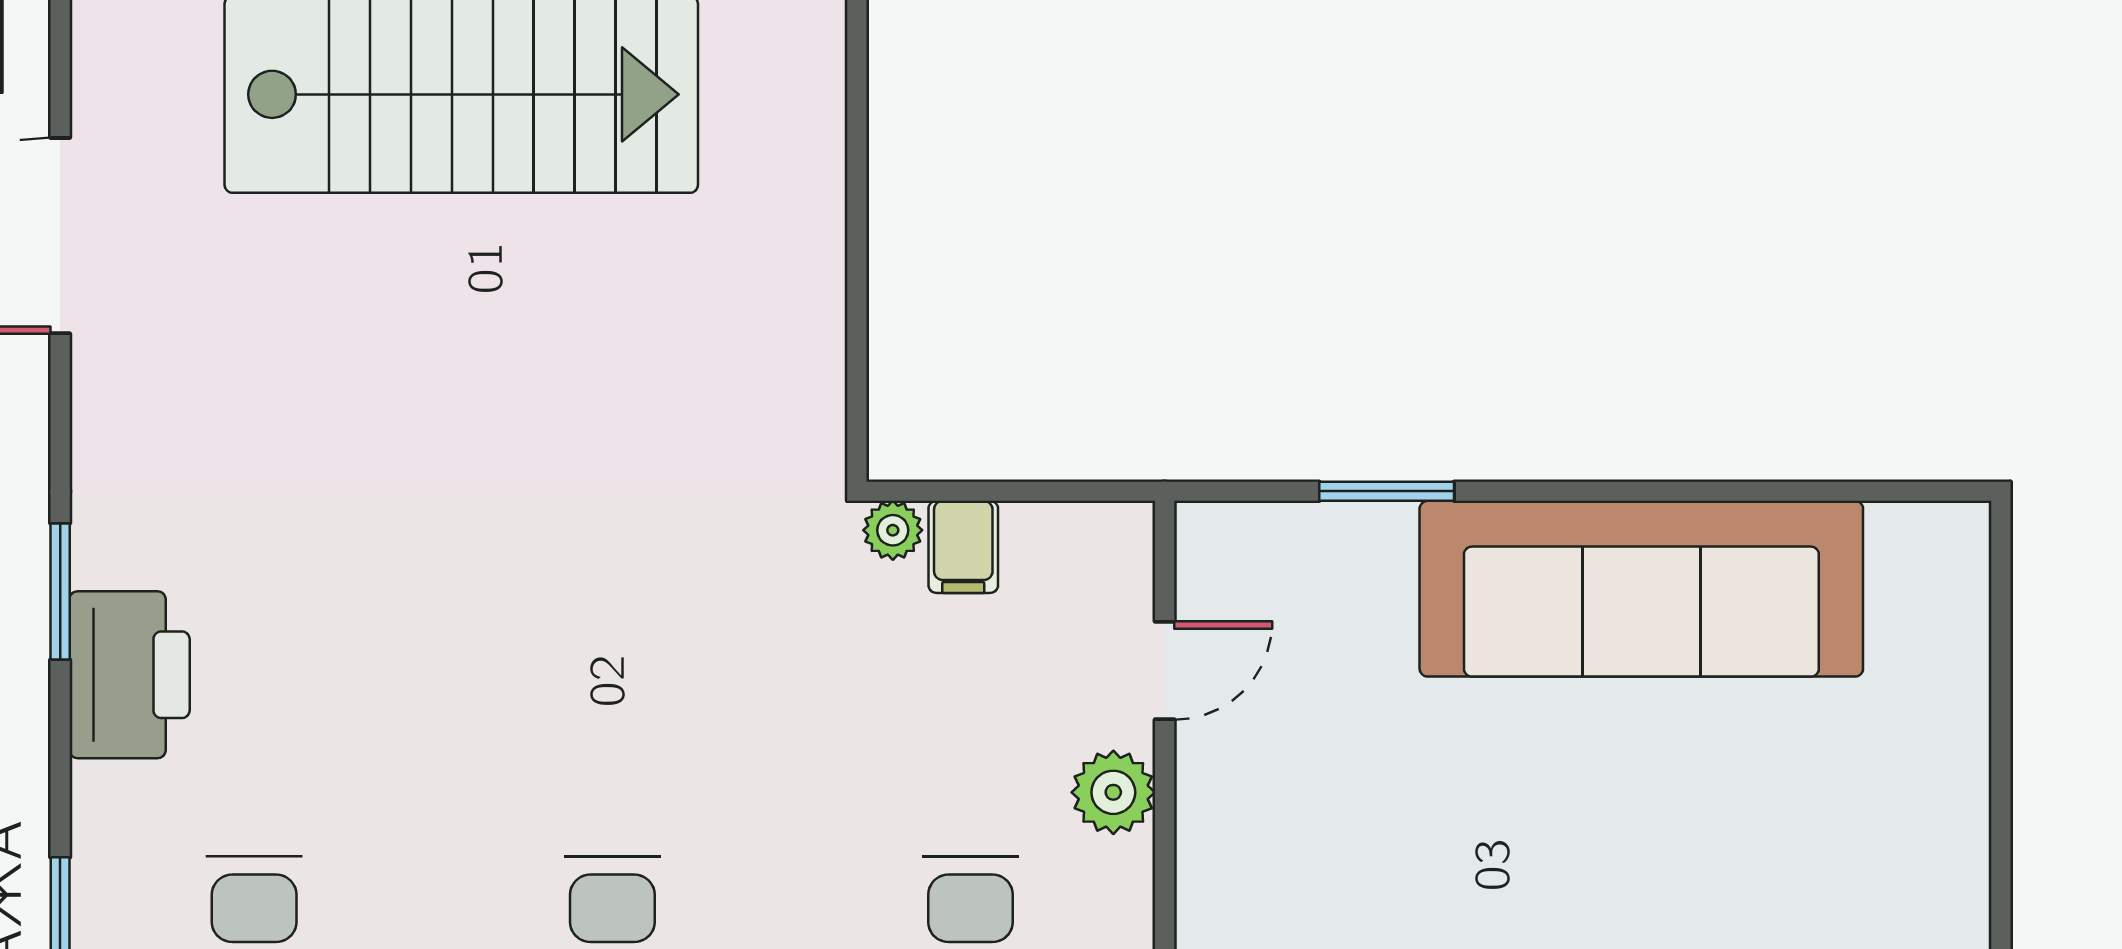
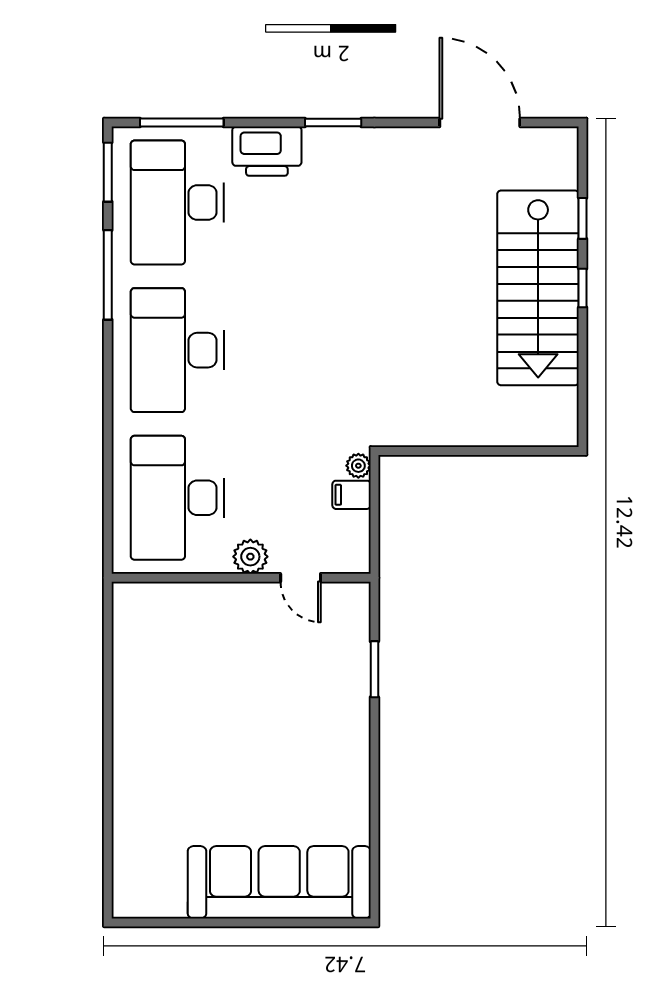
sofa: (1641, 589) -> (279, 882), moved, turned 90
printer: (130, 675) -> (267, 151), moved

